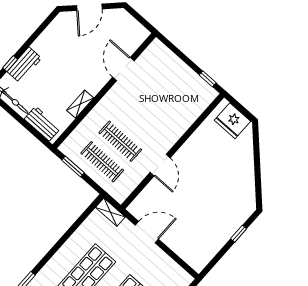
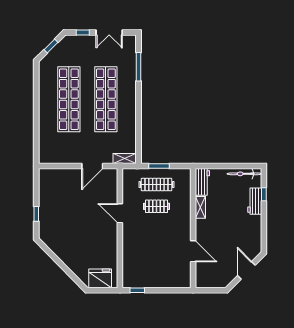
workbench: (42, 124) -> (202, 182), moved, turned -90
clothes rail: (120, 141) -> (156, 206), width x0.73
window: (73, 166) -> (159, 166), moved

